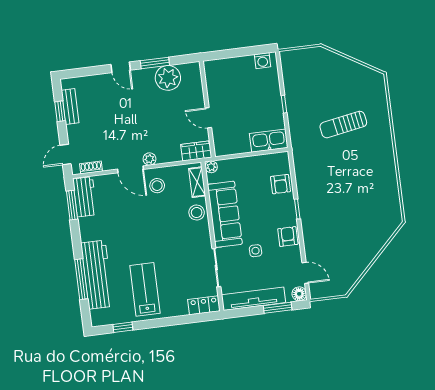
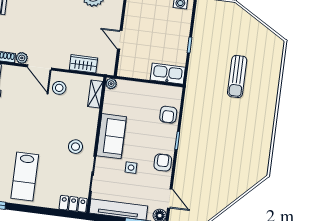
sun lounger: (343, 125) -> (237, 76), turned -80
wardrobe: (196, 151) -> (83, 64), moved
plant: (150, 159) -> (22, 58), moved
stool: (197, 213) -> (75, 147), moved
sofa: (225, 214) -> (111, 136), width x0.73
lab bench: (145, 289) -> (25, 177), turned 180

